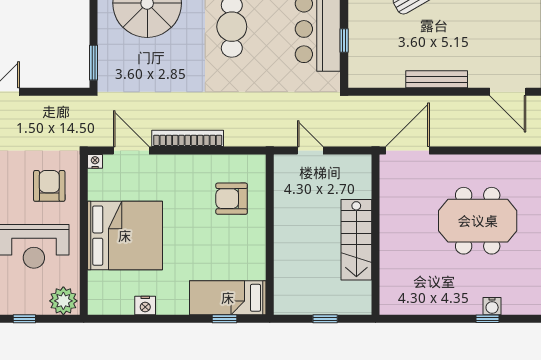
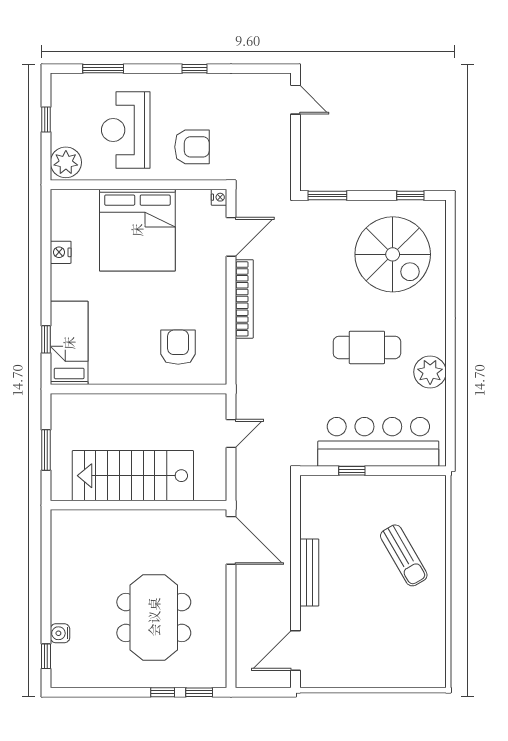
stairs: (356, 240) -> (133, 476), width x1.36, depth x1.51
window: (325, 319) -> (46, 450), width x1.50
window: (488, 319) -> (46, 656), moved

